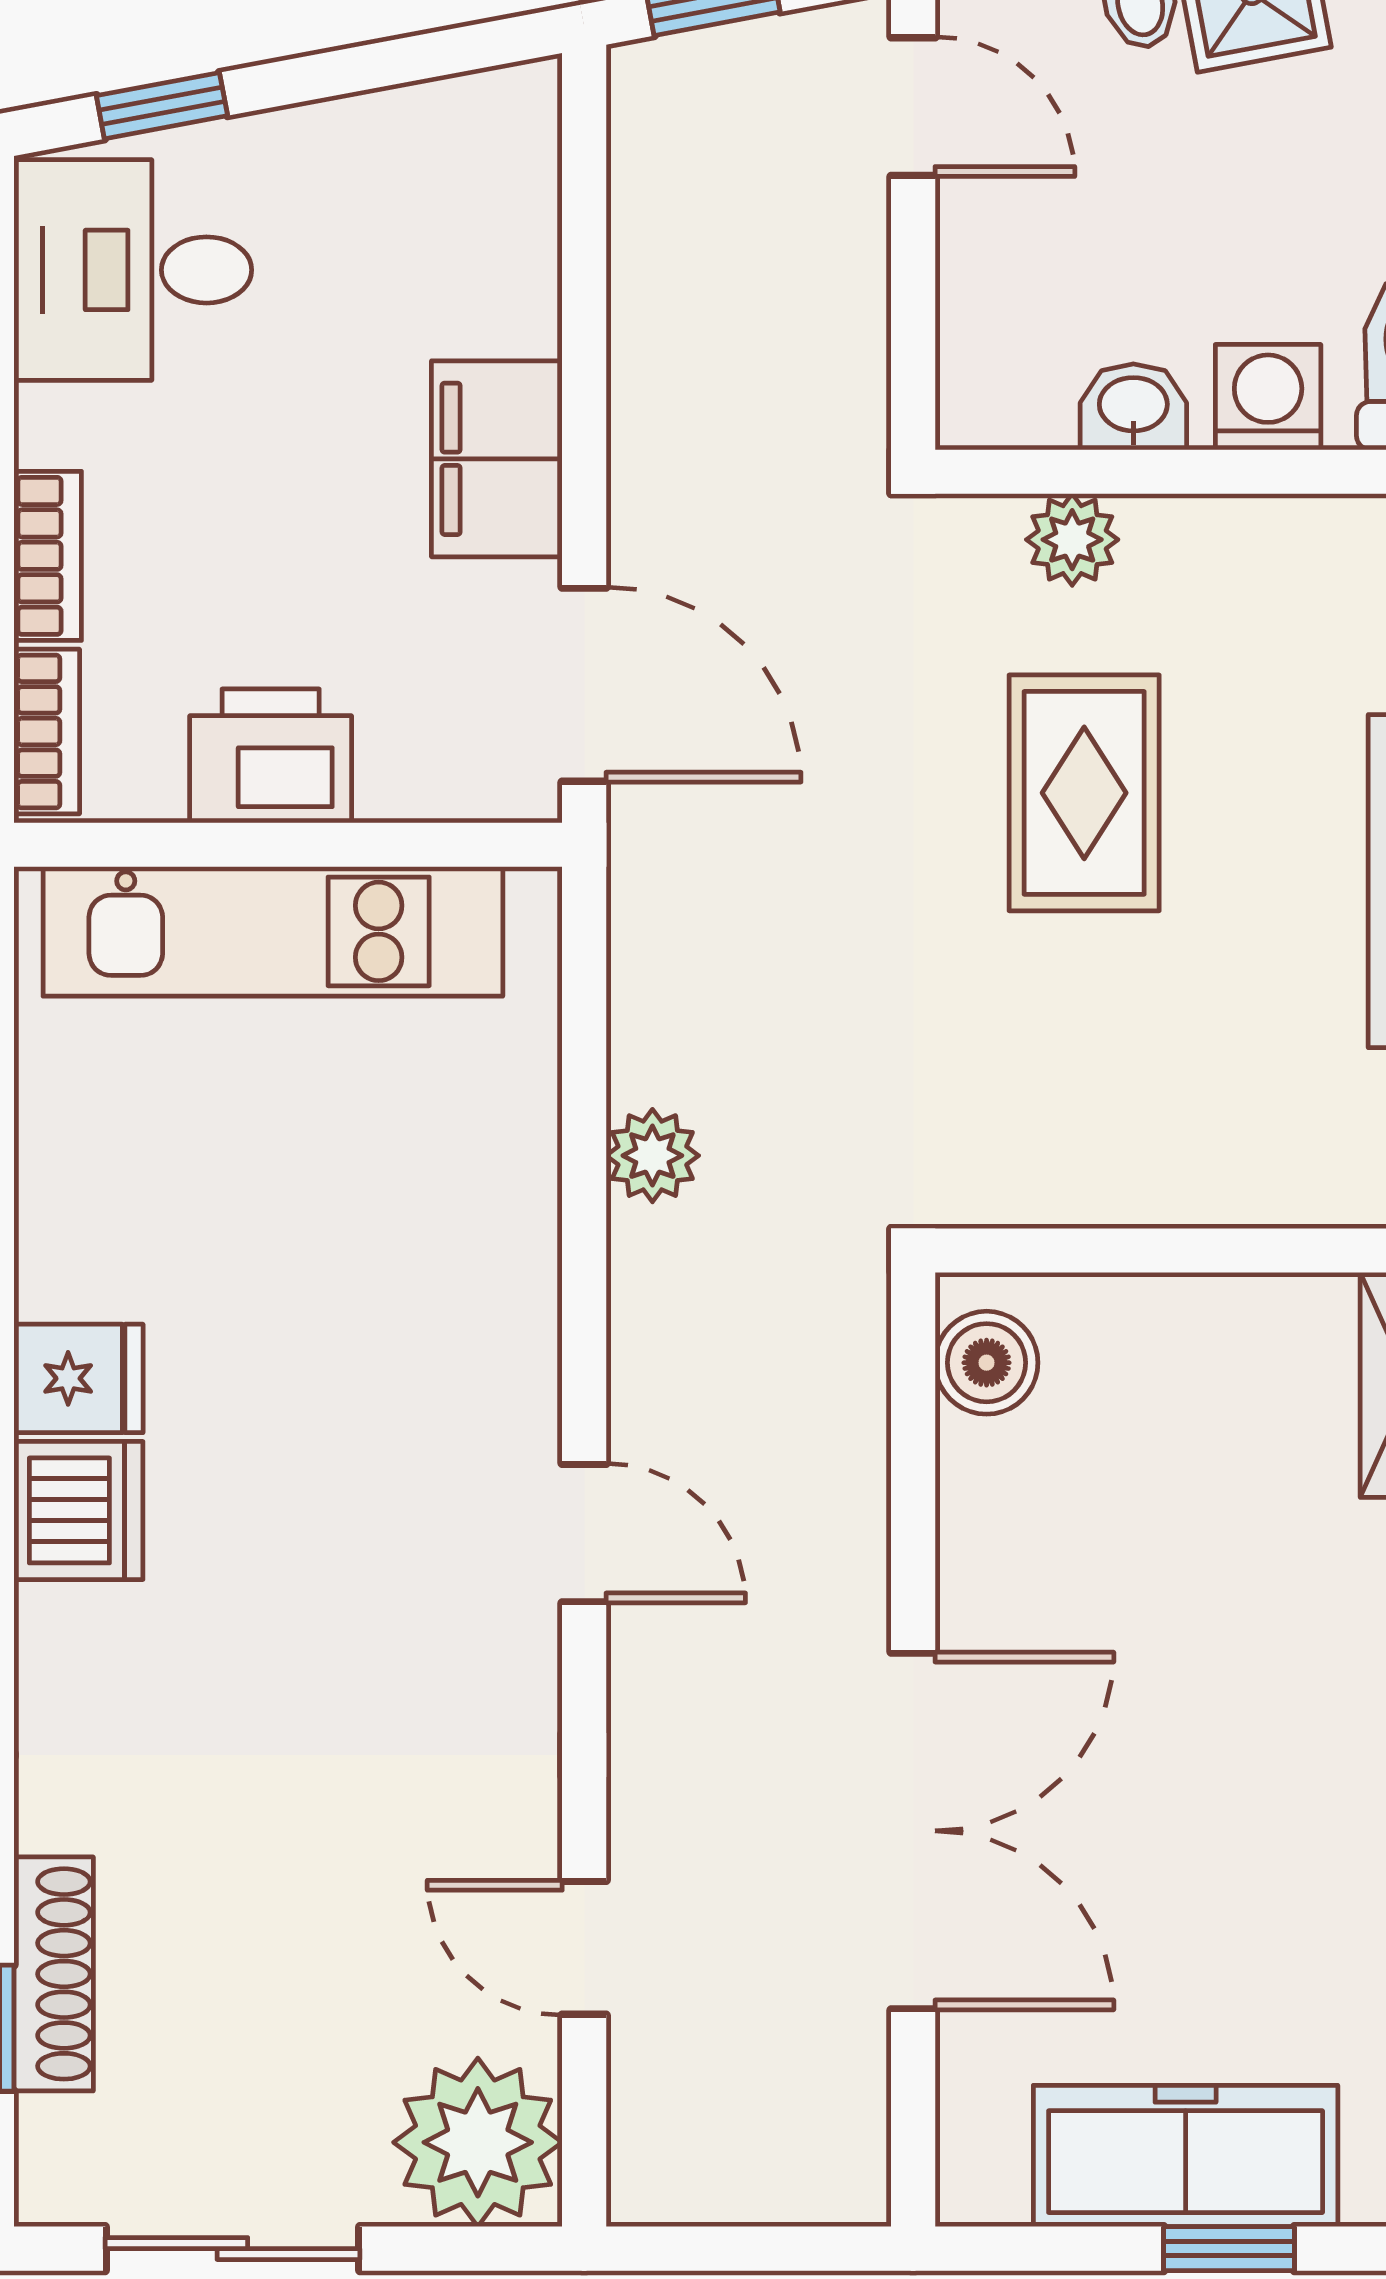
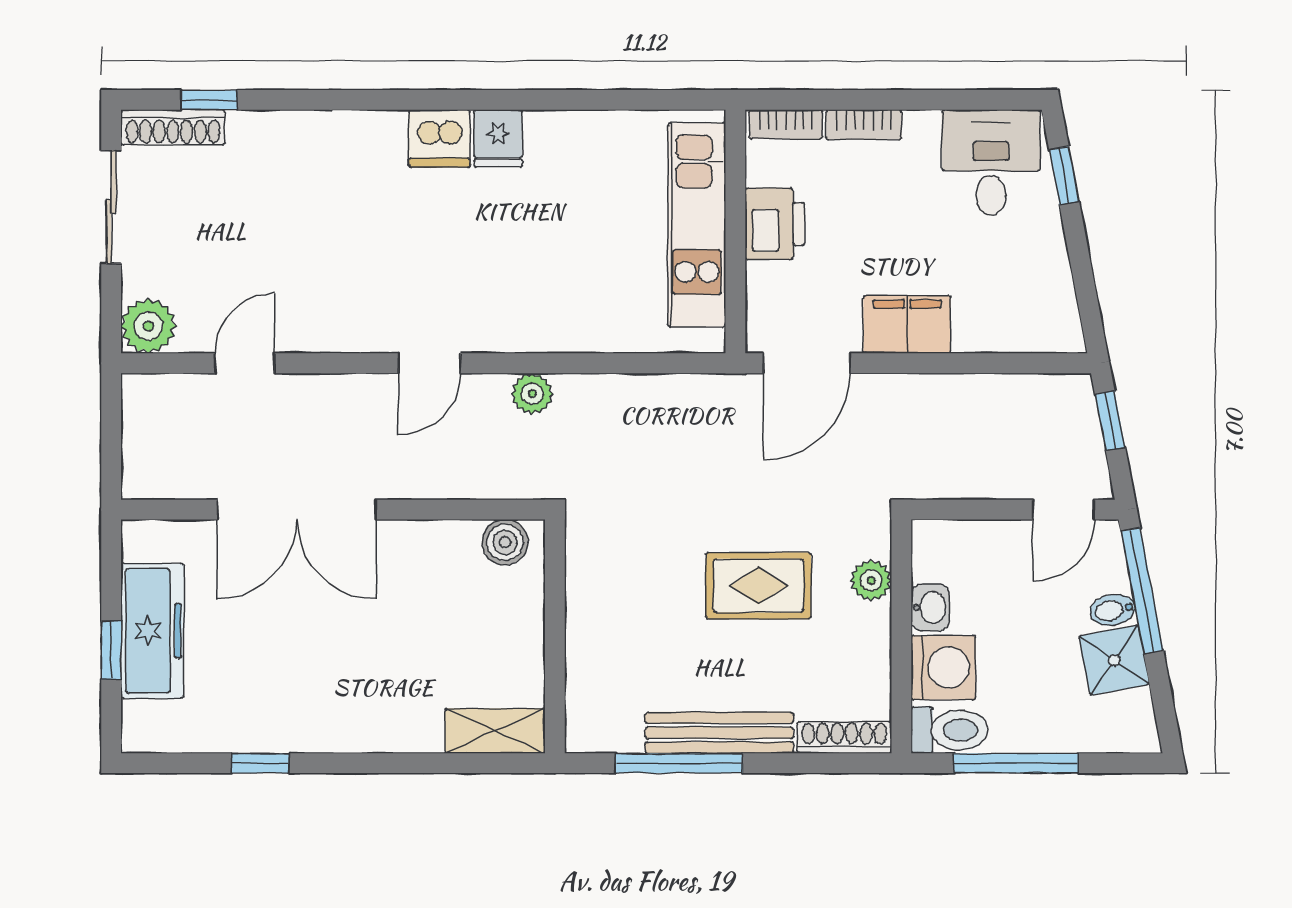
washing machine: (1268, 397) -> (943, 667), width x1.38, depth x1.38
plant: (652, 1156) -> (532, 394), moved
shoe rack: (54, 1974) -> (173, 127), moved
plant: (478, 2142) -> (148, 326), width x0.73, depth x0.73

